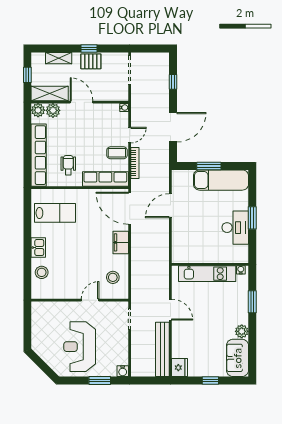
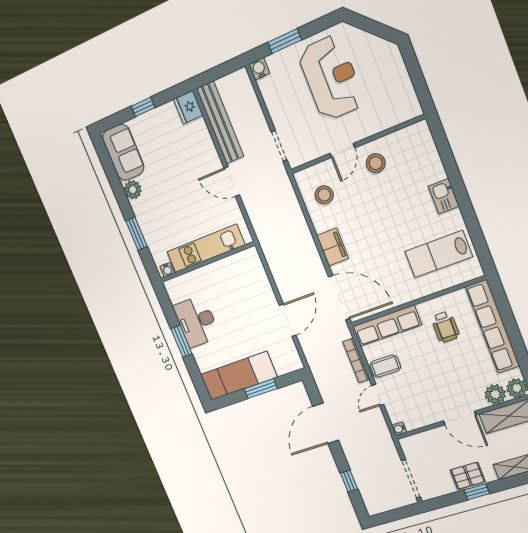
stool: (42, 272) -> (376, 163), moved

